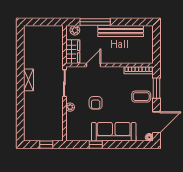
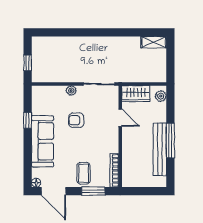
window: (95, 22) -> (170, 141), moved
shelving: (29, 80) -> (154, 42), moved

